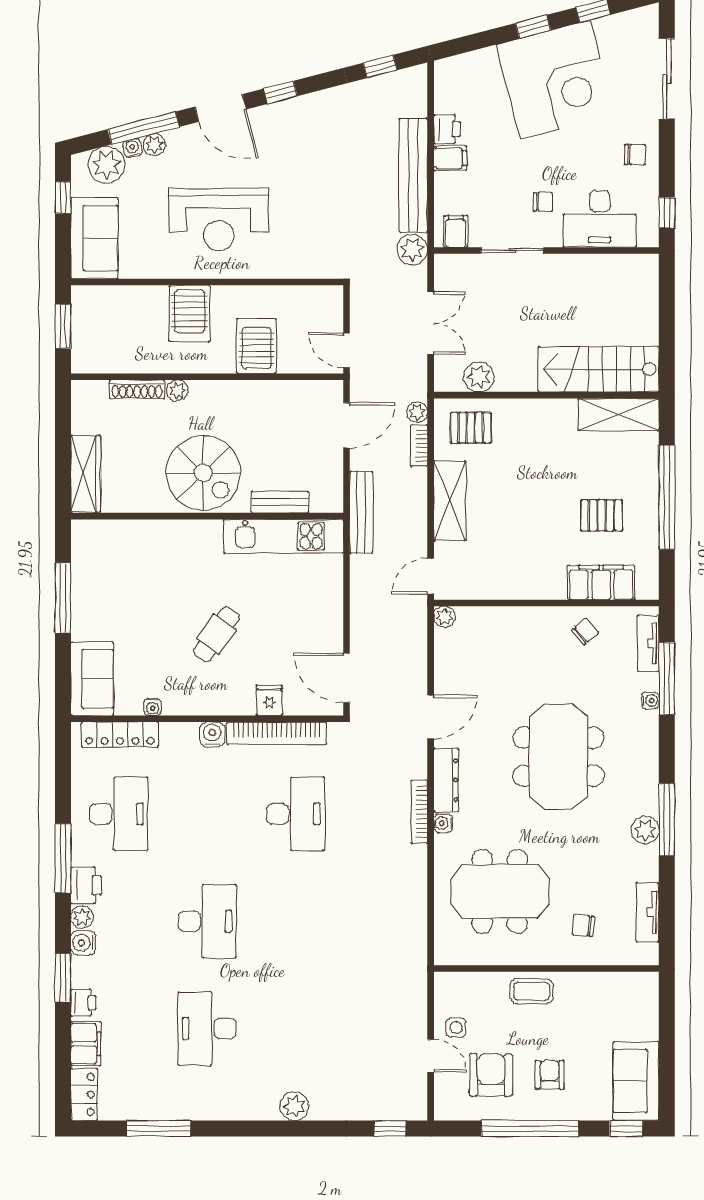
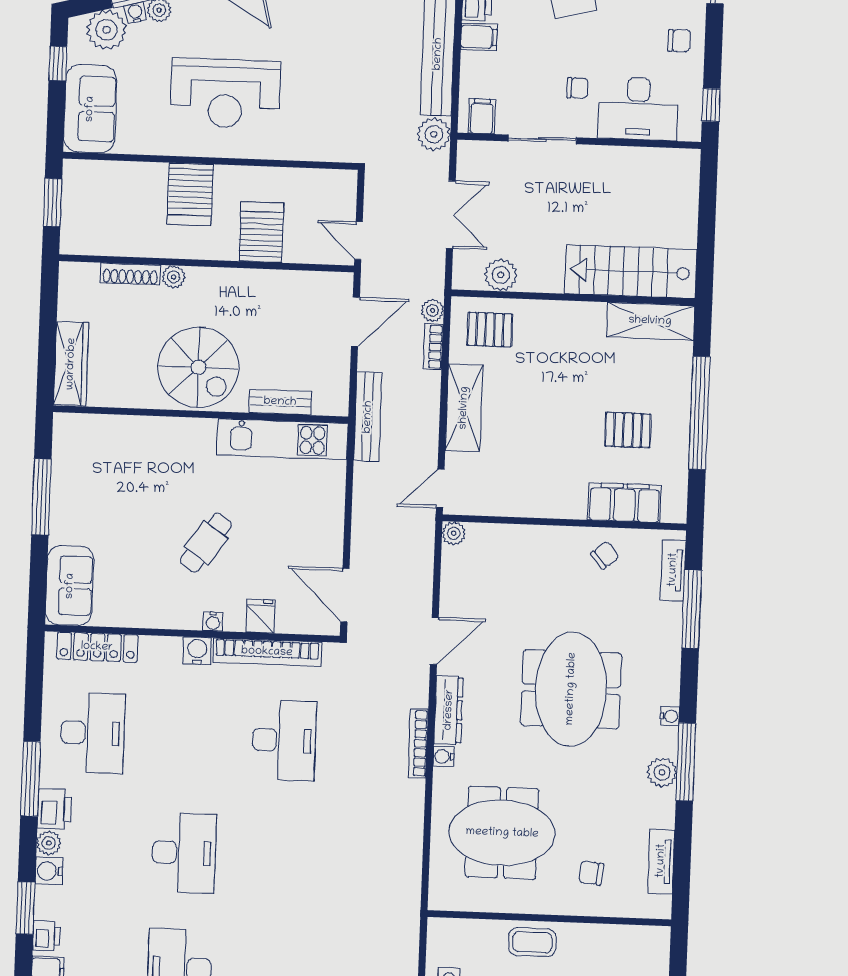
water cooler: (650, 700) -> (670, 716), moved
water cooler: (153, 707) -> (213, 621), moved

